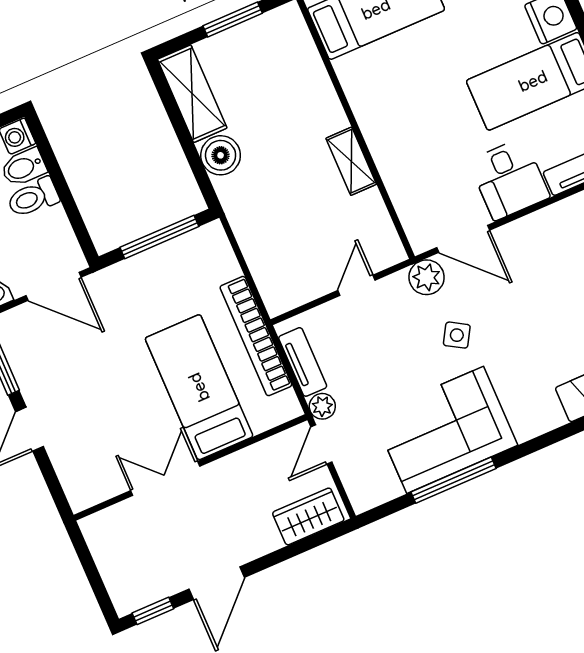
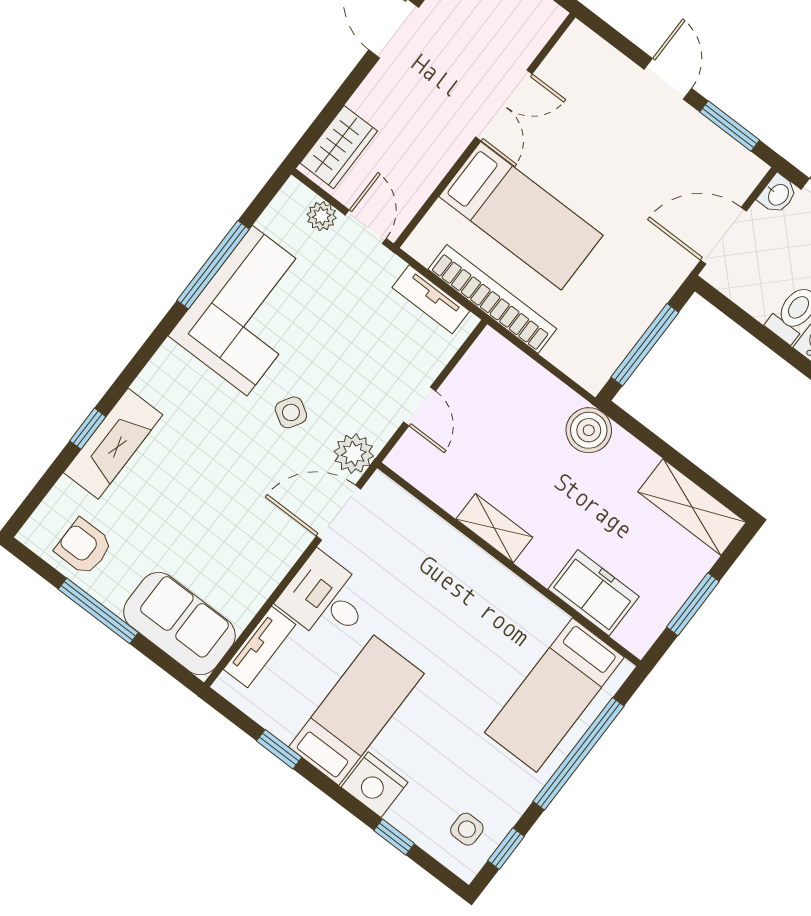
freezer: (303, 70) -> (593, 593), added
boiler: (221, 155) -> (589, 430), moved
plant: (322, 406) -> (322, 216), moved

